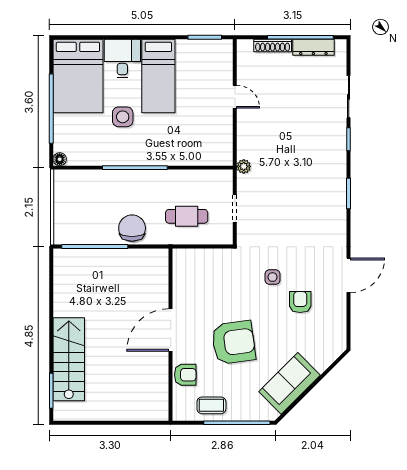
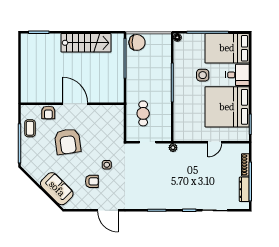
bed: (158, 76) -> (227, 107), width x2.04
chair: (132, 228) -> (137, 42), moved
stairs: (69, 359) -> (86, 43), moved
sofa: (289, 383) -> (57, 189), moved

